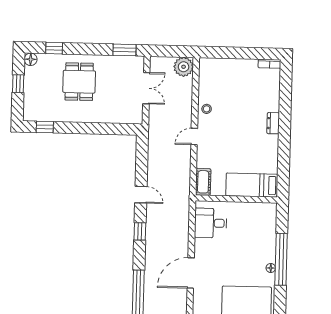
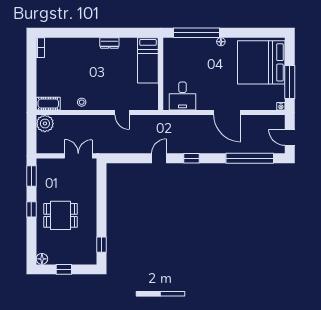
window: (54, 48) -> (31, 209), moved
double door: (146, 88) -> (78, 156), moved
dresser: (273, 123) -> (109, 43), moved
door: (194, 137) -> (122, 112), moved
cot: (203, 182) -> (48, 104), moved
window: (281, 259) -> (197, 33), moved

